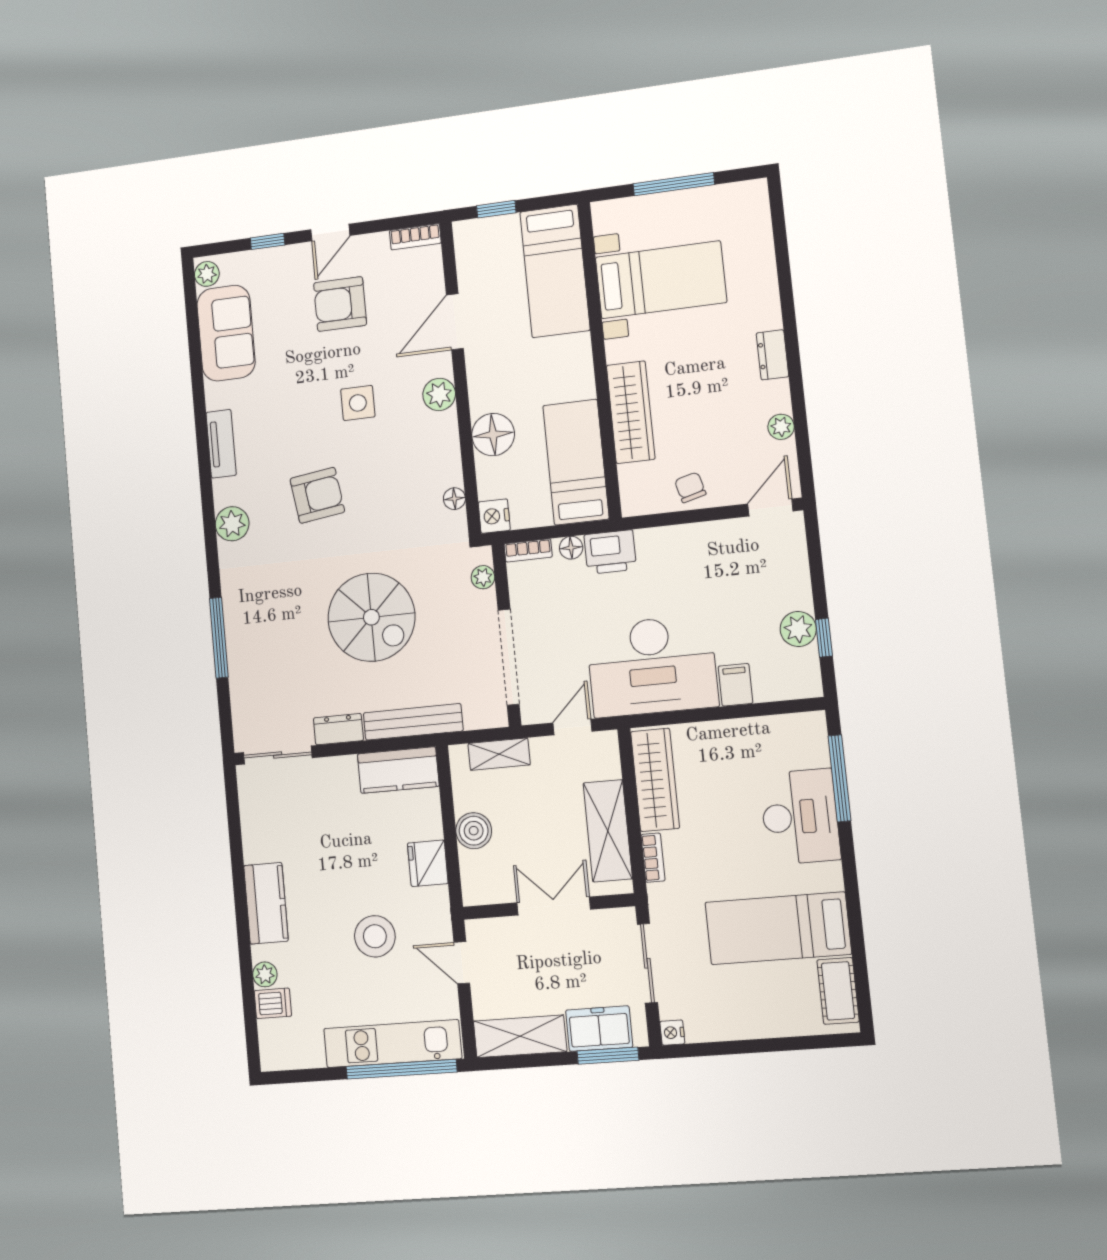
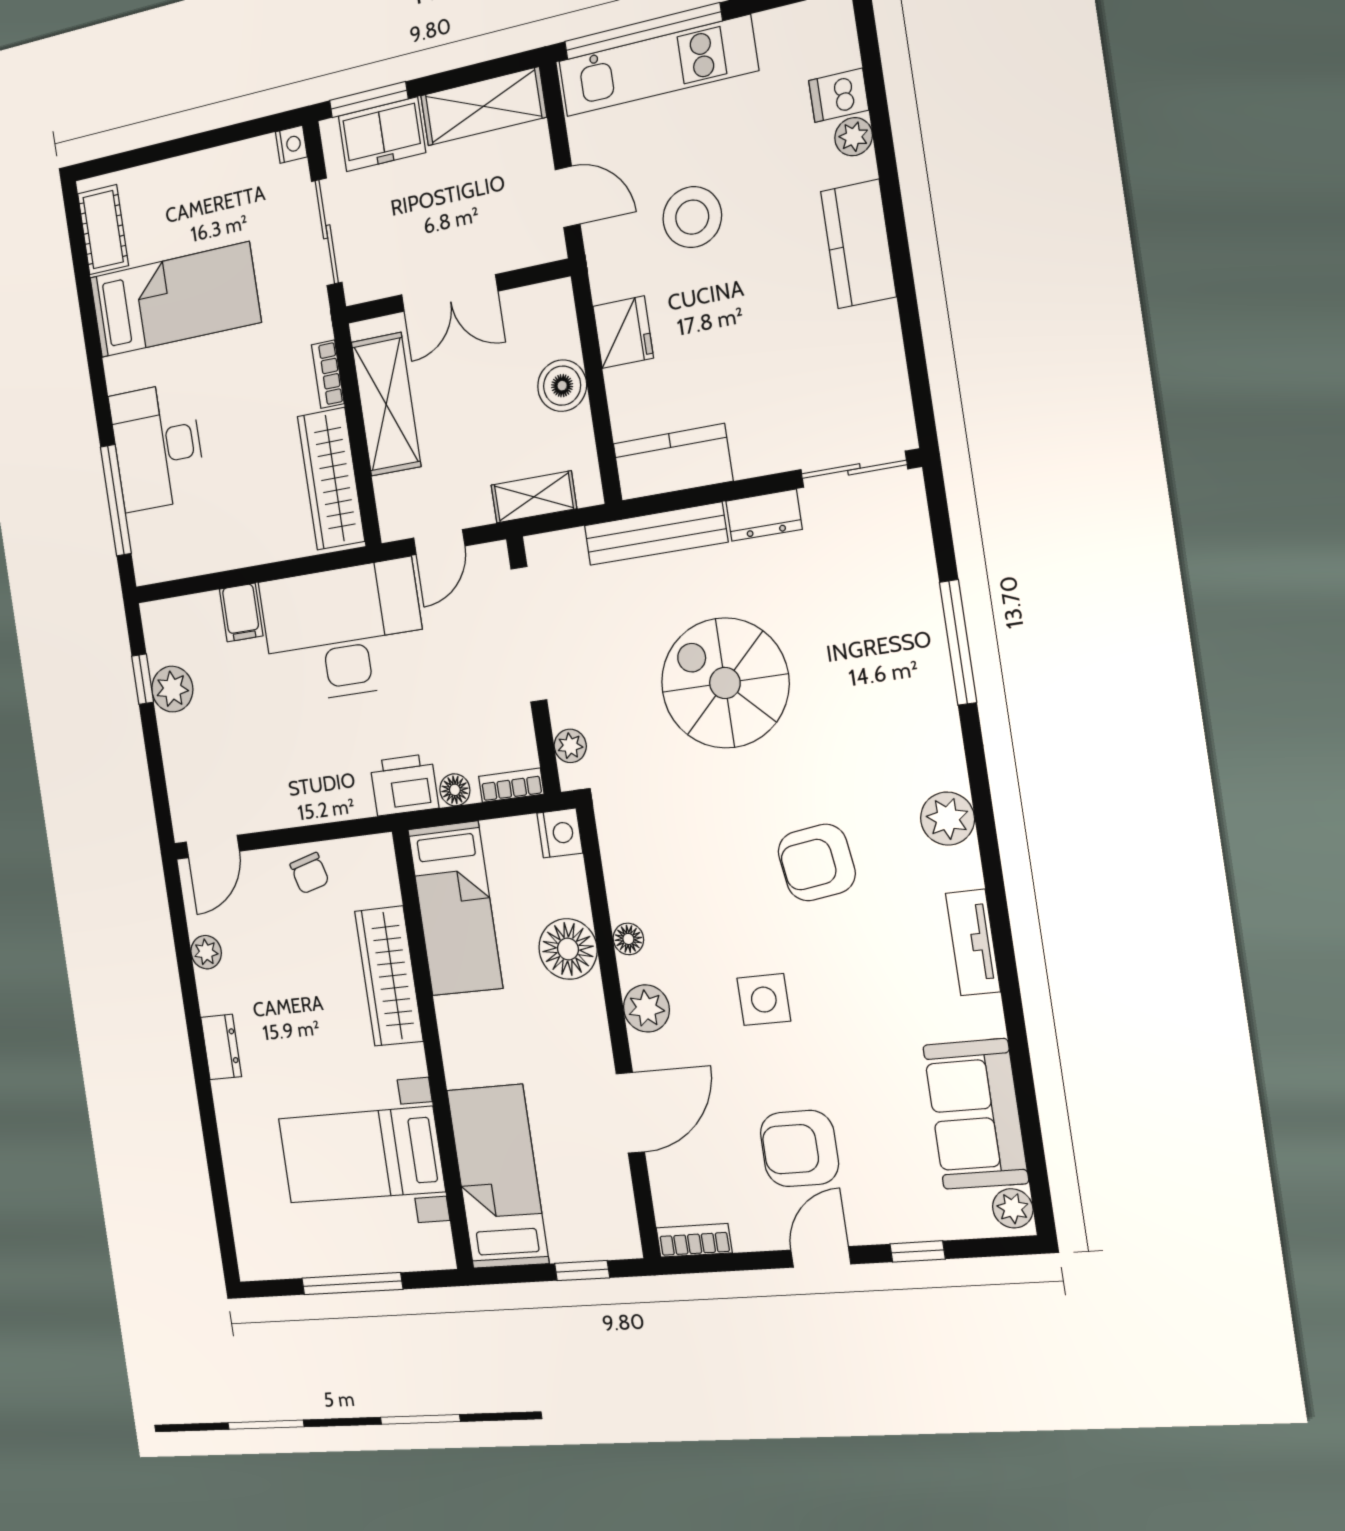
armchair: (340, 304) -> (799, 1148), turned 180
floor lamp: (454, 499) -> (628, 939), moved

